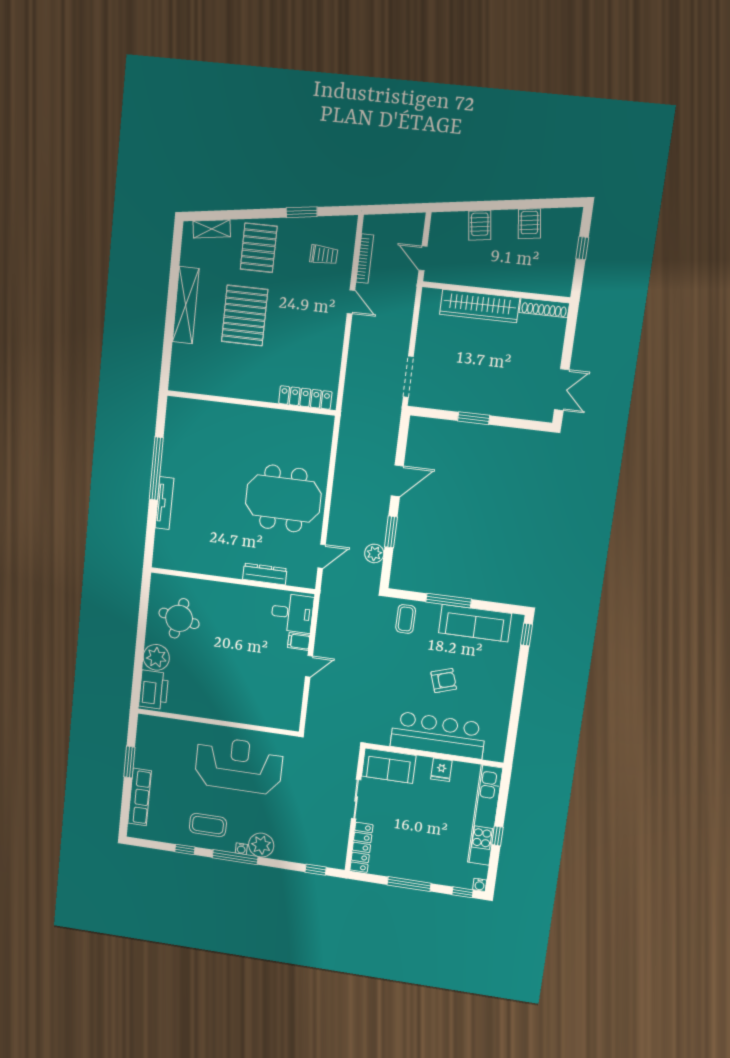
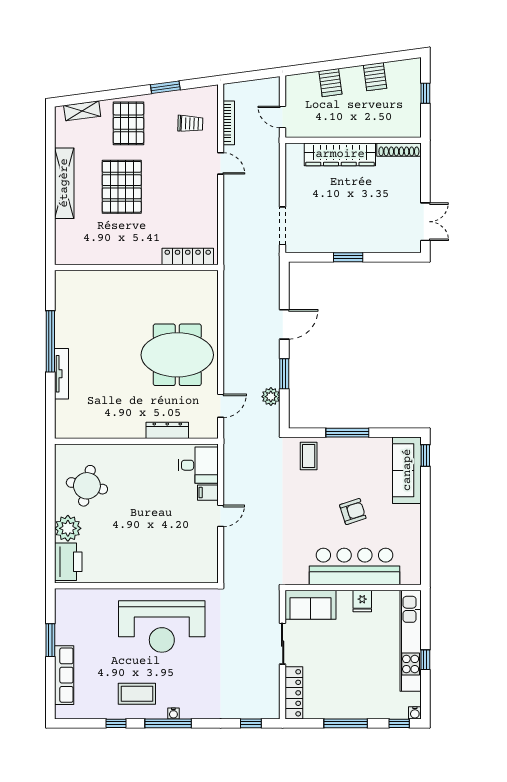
sofa: (475, 623) -> (407, 470), moved, turned 90
reception desk: (239, 765) -> (162, 627), turned 180
plant: (261, 845) -> (193, 706), removed

